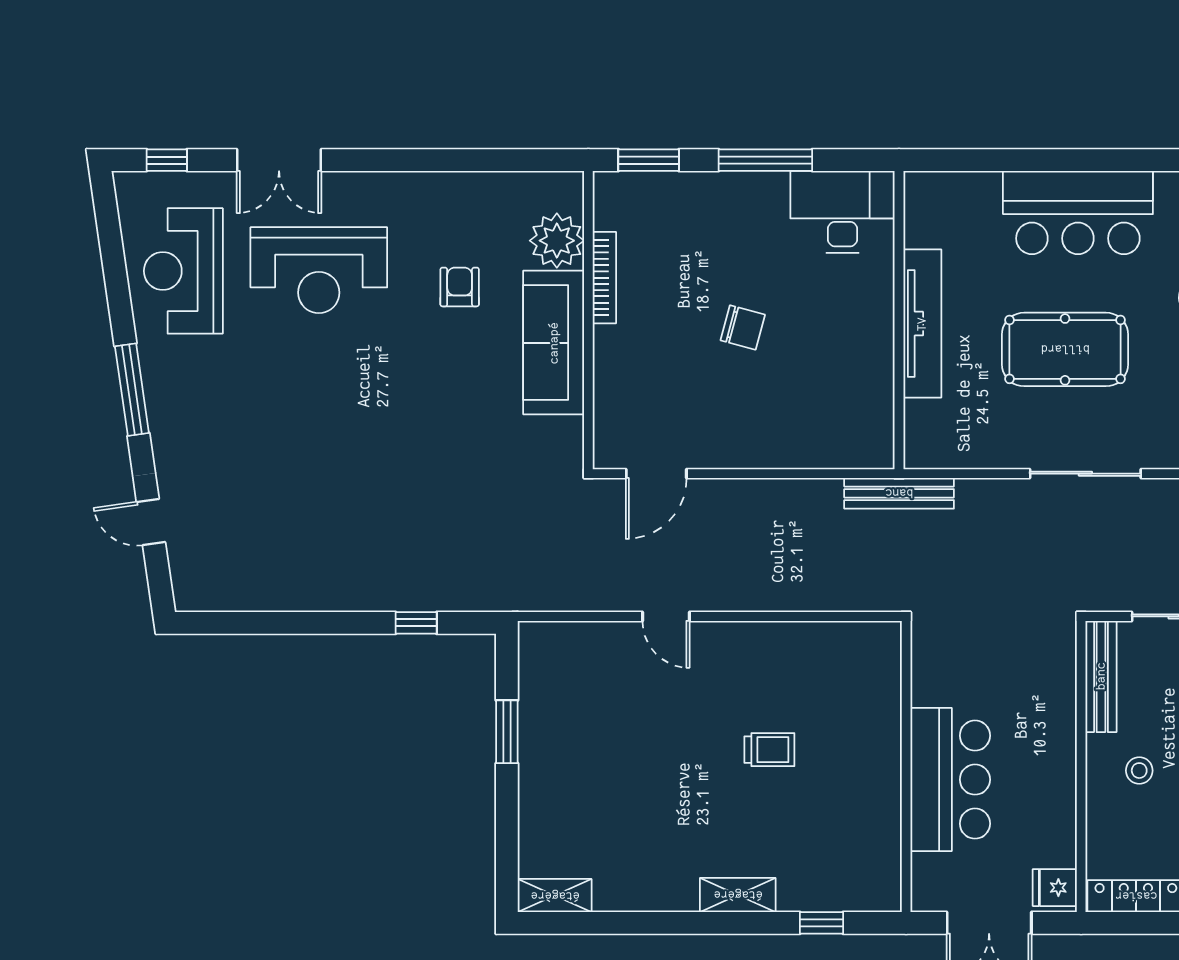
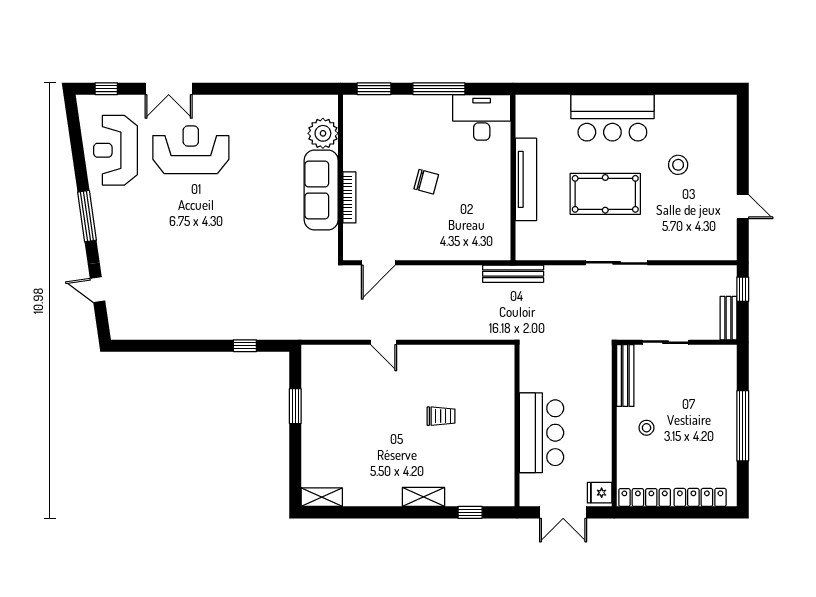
reception desk: (319, 270) -> (191, 150), turned 180
bookcase: (604, 278) -> (349, 197), moved
armchair: (460, 287) -> (269, 159), removed

